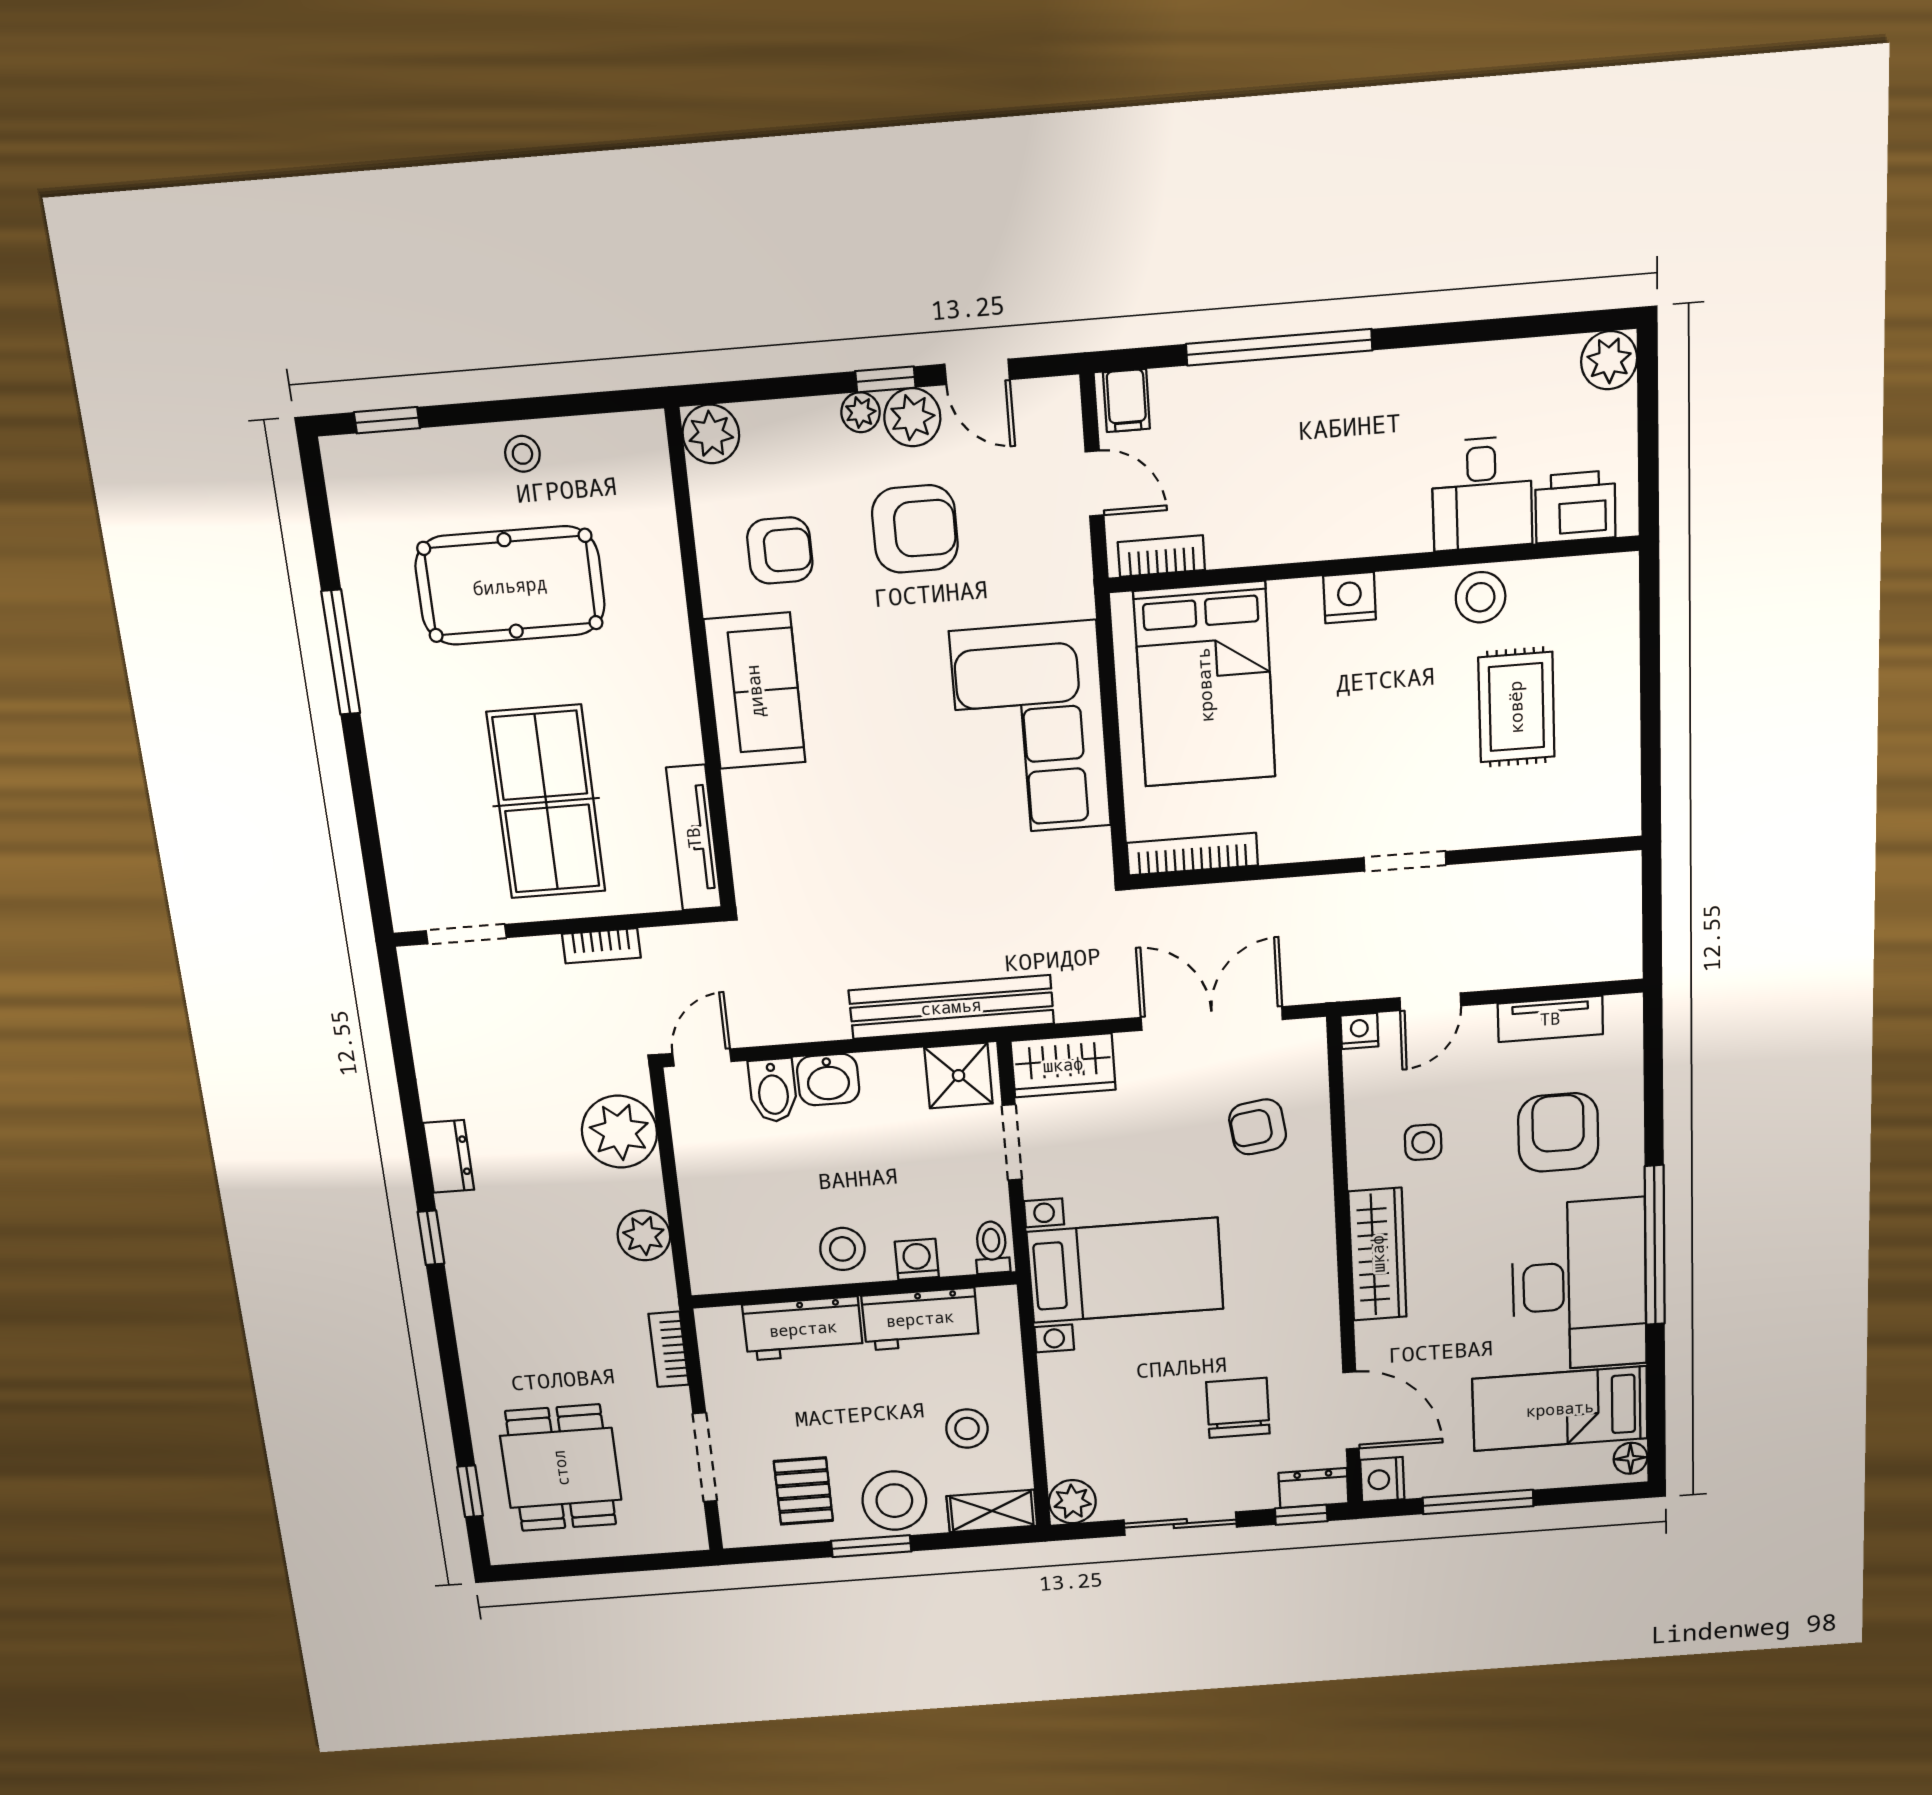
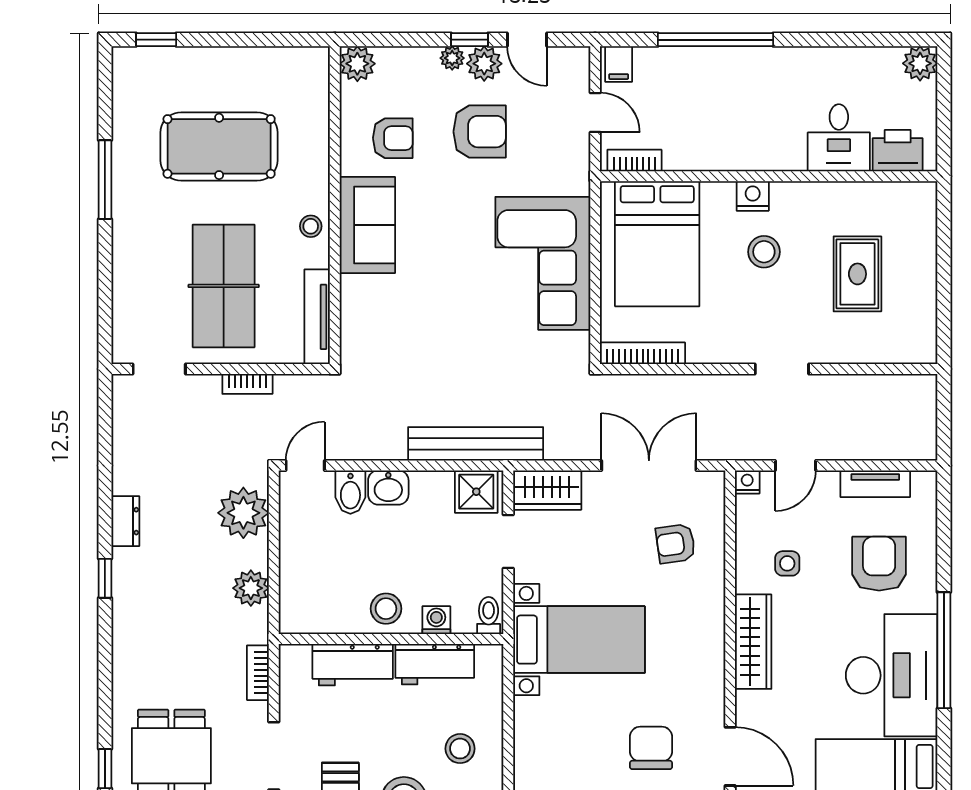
stool: (522, 454) -> (311, 226), moved
stool: (1481, 597) -> (764, 252), moved

